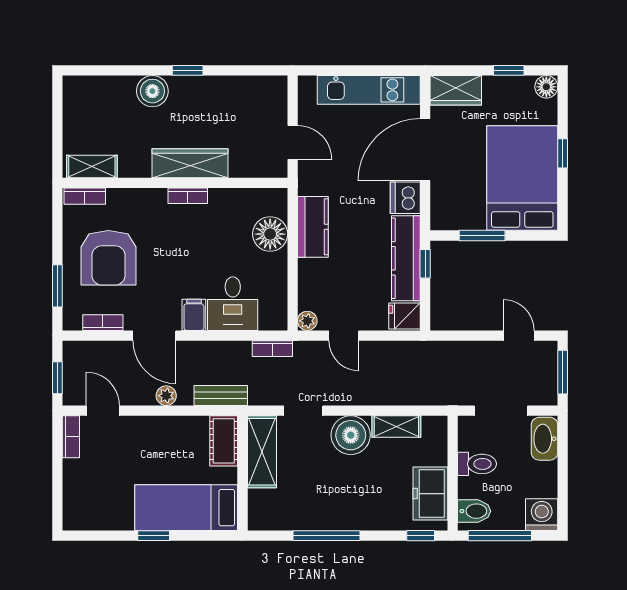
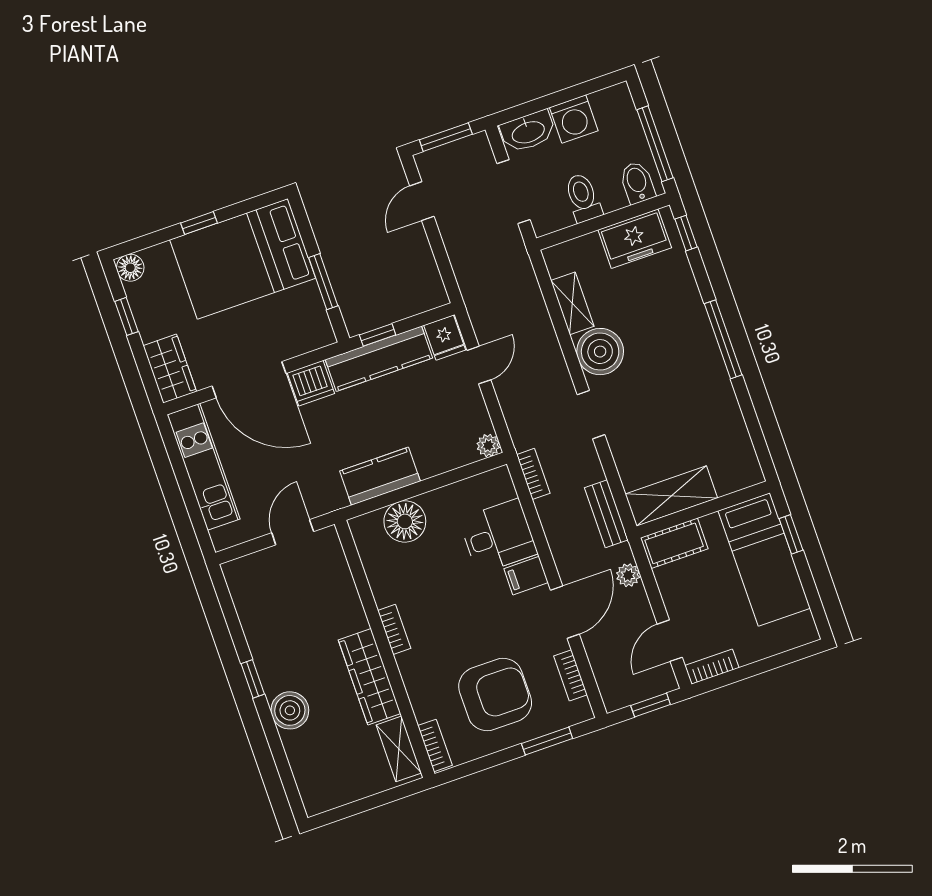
wardrobe: (190, 163) -> (370, 677), moved
door: (344, 336) -> (479, 365), moved
cot: (224, 441) -> (674, 543), moved
shelving: (262, 452) -> (671, 496), moved
wall: (242, 473) -> (703, 509), moved
bed: (186, 508) -> (764, 559), moved
washing machine: (542, 515) -> (574, 119), moved, turned -90

